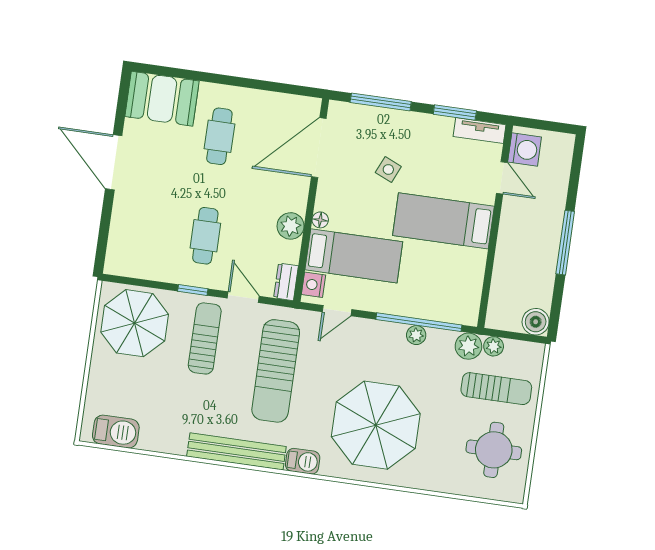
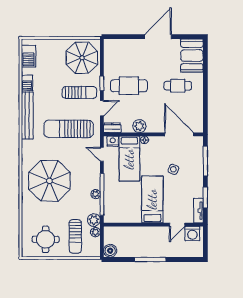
cafe table: (205, 236) -> (129, 86), width x1.37, depth x1.35
barbecue: (303, 461) -> (27, 83), moved

